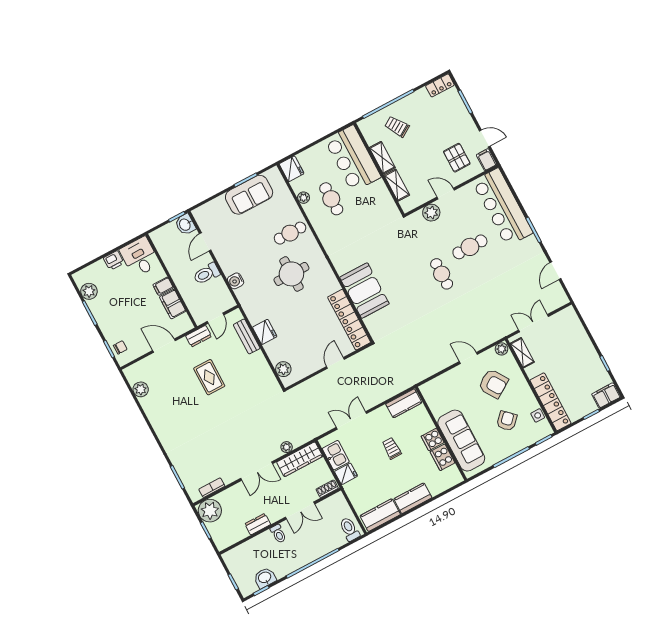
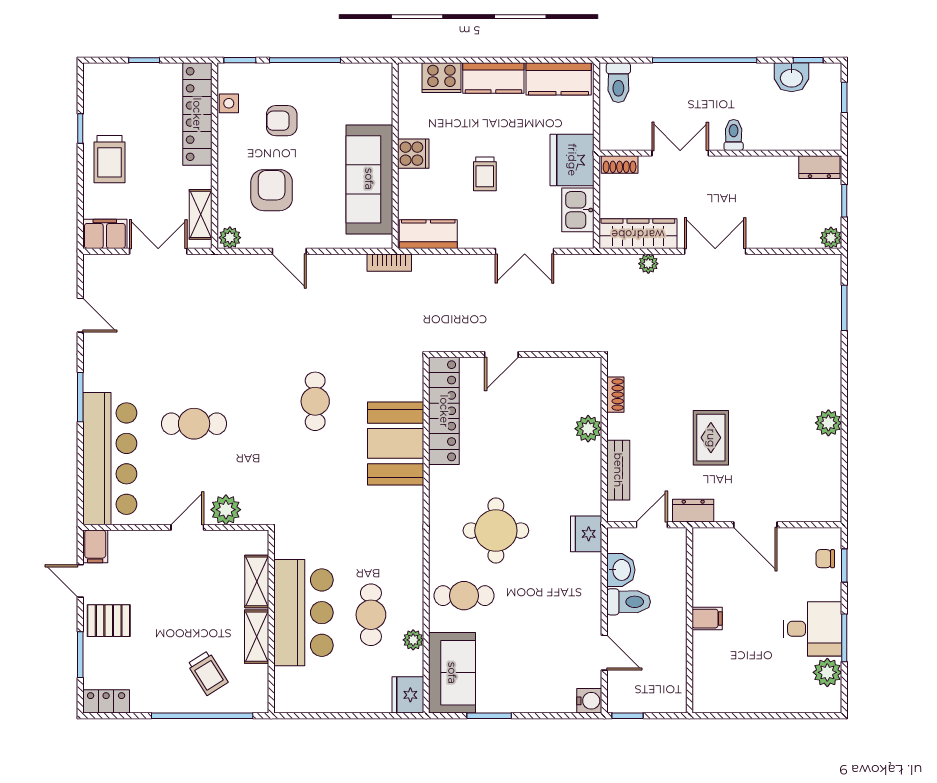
bar counter: (353, 158) -> (303, 613), moved
pallet: (457, 158) -> (109, 621), moved, turned 90
door: (446, 194) -> (187, 527), swing flipped
sofa: (249, 195) -> (452, 673), moved, turned 90
washbasin: (185, 224) -> (621, 570), moved
door: (205, 242) -> (604, 653), hinge flipped
desk: (140, 257) -> (812, 629), moved, turned -90
printer: (114, 260) -> (763, 700), removed
door: (555, 271) -> (80, 315), hinge flipped
cafe table: (442, 274) -> (315, 401), moved
water cooler: (236, 281) -> (589, 701), moved
filing cabinet: (173, 304) -> (707, 583), removed
double door: (534, 323) -> (158, 251), swing flipped
fridge: (265, 332) -> (586, 534), moved
trolley: (582, 356) -> (109, 159), added
plant: (283, 369) -> (588, 429), moved
shoe rack: (268, 373) -> (615, 395), added
armchair: (493, 384) -> (272, 190), turned 33
plant: (141, 389) -> (828, 423), moved
filing cabinet: (606, 395) -> (105, 234), moved, turned 180
armchair: (507, 421) -> (282, 121), turned 46
sofa: (461, 441) -> (369, 179), moved
cooker: (442, 457) -> (441, 78), moved, turned 90
fridge: (346, 474) -> (572, 160), width x1.88, depth x1.34
bookcase: (212, 488) -> (389, 263), moved
plant: (210, 511) -> (831, 238), width x0.53, depth x0.53
dresser: (258, 524) -> (819, 167), moved

